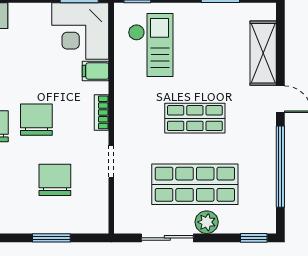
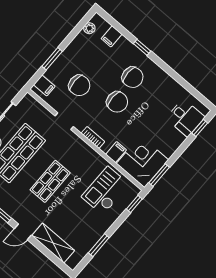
checkout: (151, 45) -> (105, 191), turned 90
filing cabinet: (90, 220) -> (44, 85), added

